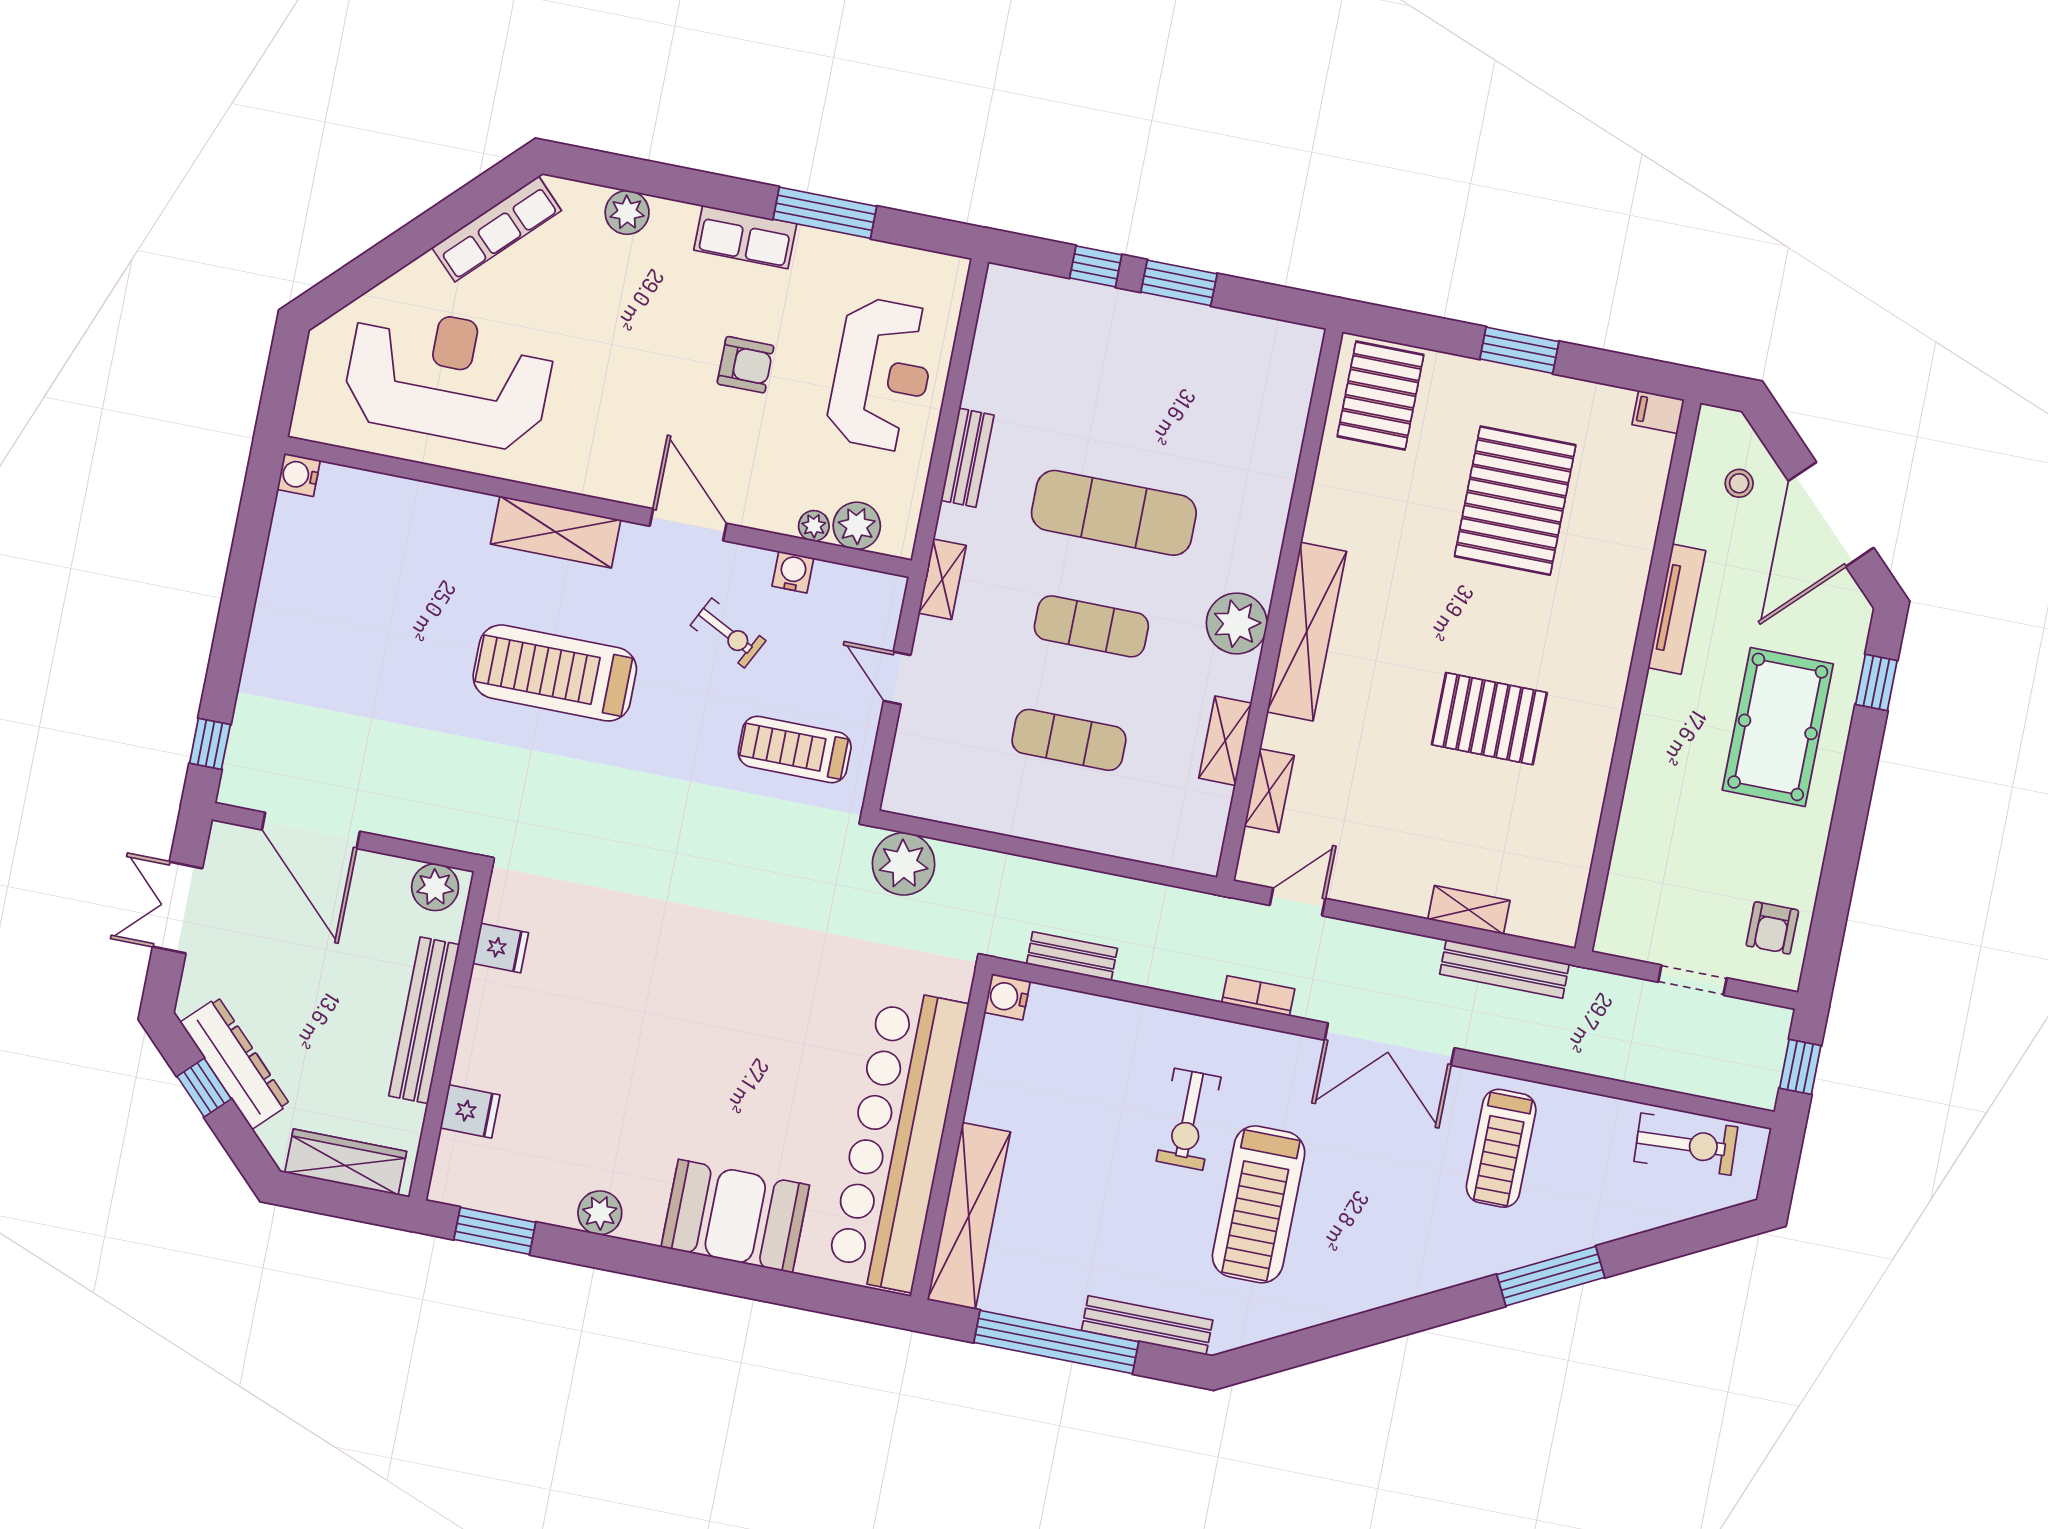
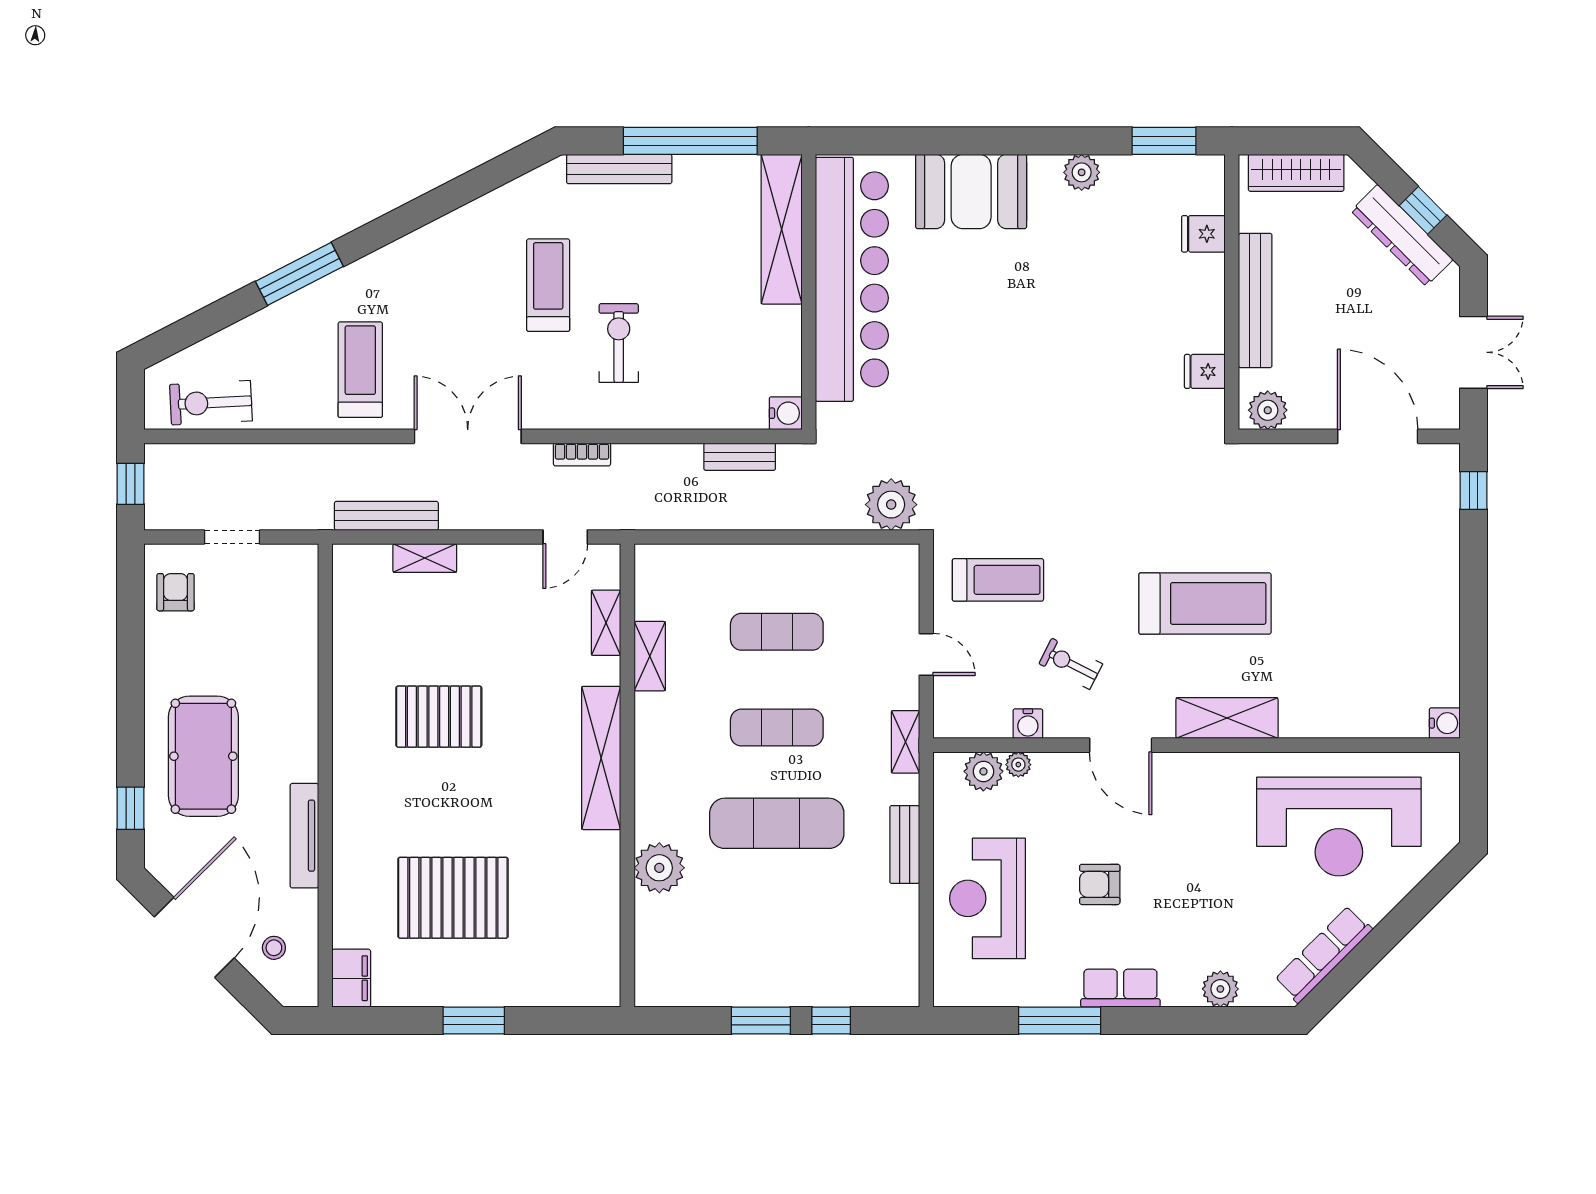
pallet: (1381, 396) -> (579, 961), removed
filing cabinet: (1658, 412) -> (351, 978), width x2.00
pallet: (1515, 501) -> (453, 898), turned 90
plant: (1237, 623) -> (659, 868), moved
treadmill: (1259, 1204) -> (548, 285), width x0.73, depth x0.73

